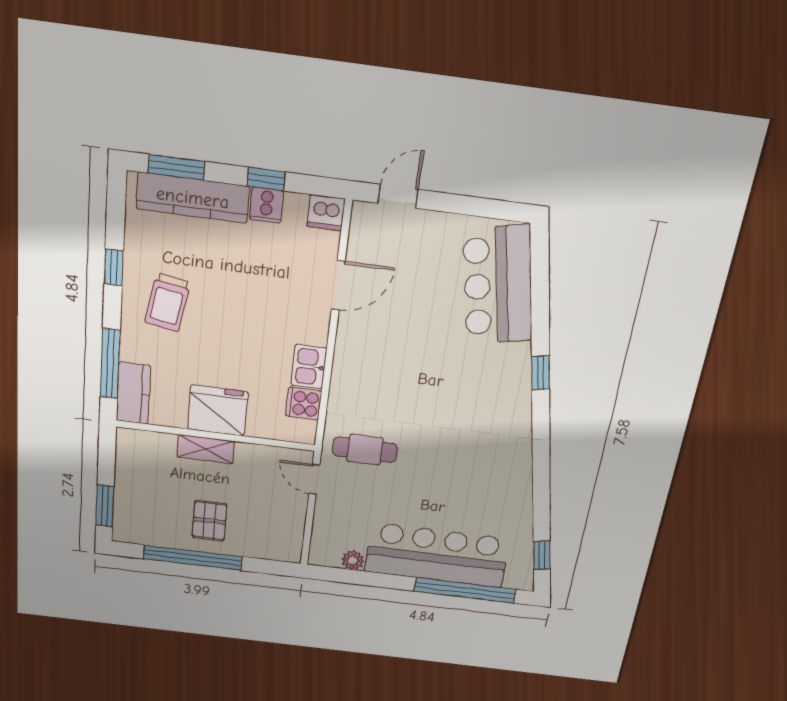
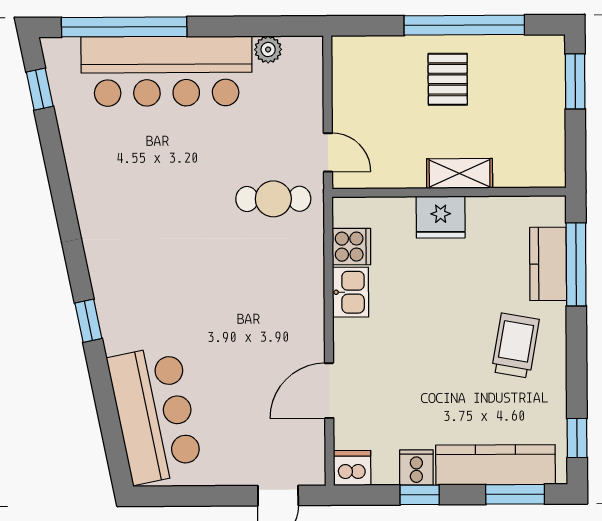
window: (114, 267) -> (577, 438), moved
kitchen counter: (133, 393) -> (548, 264), moved
fridge: (218, 411) -> (441, 217), width x0.73, depth x0.75

